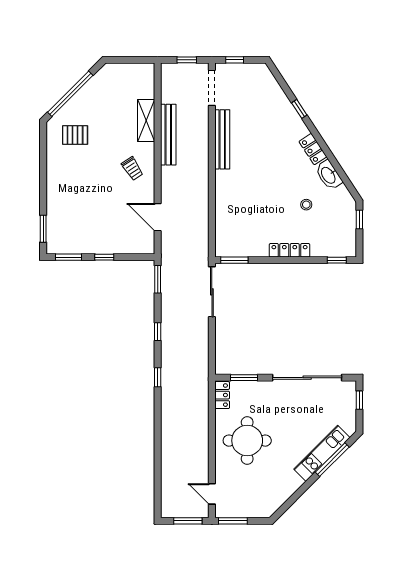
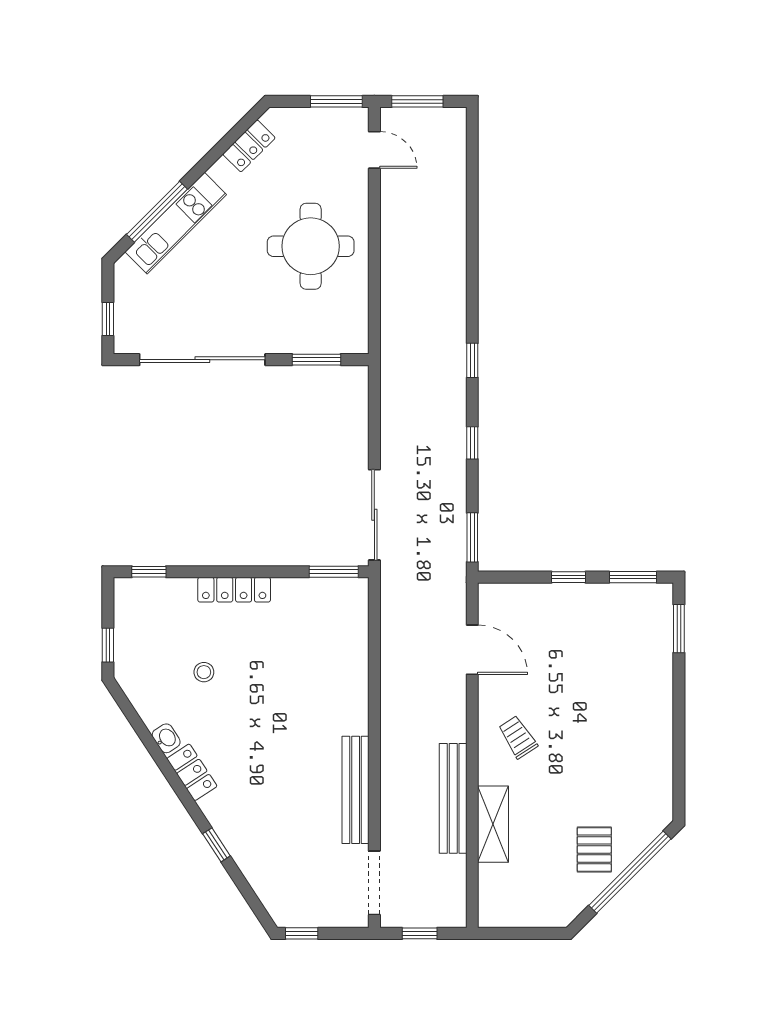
window: (235, 60) -> (302, 933), moved
pallet: (75, 135) -> (594, 849), moved, turned 90
washbasin: (329, 175) -> (166, 738), width x0.52, depth x0.69
locker: (222, 395) -> (249, 146), moved, turned -135

